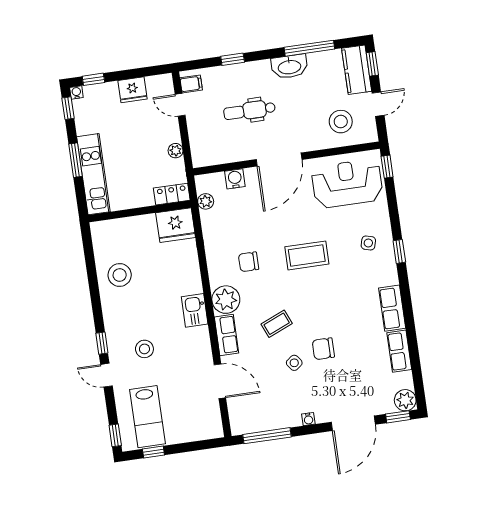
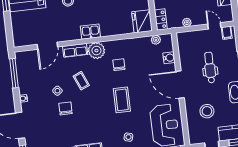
door: (180, 105) -> (214, 26), hinge flipped
stool: (341, 122) -> (207, 111), moved

